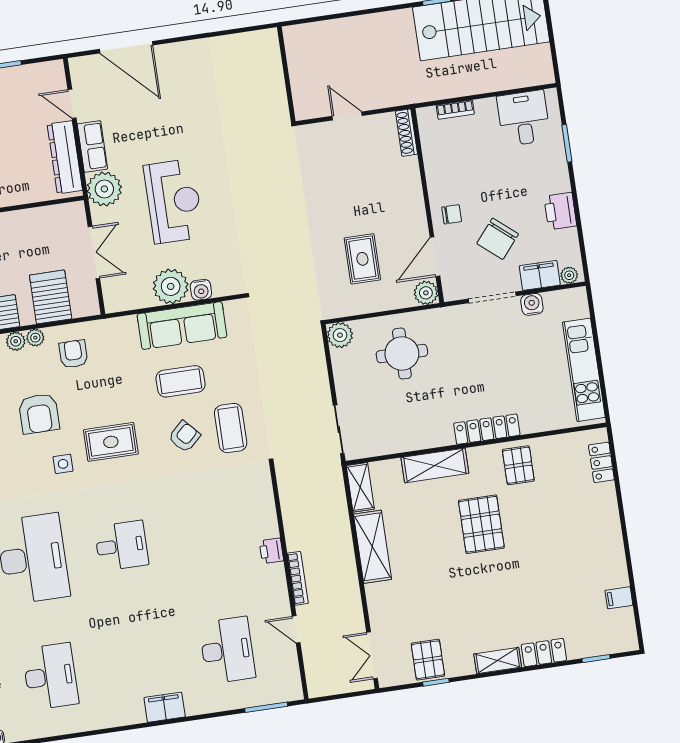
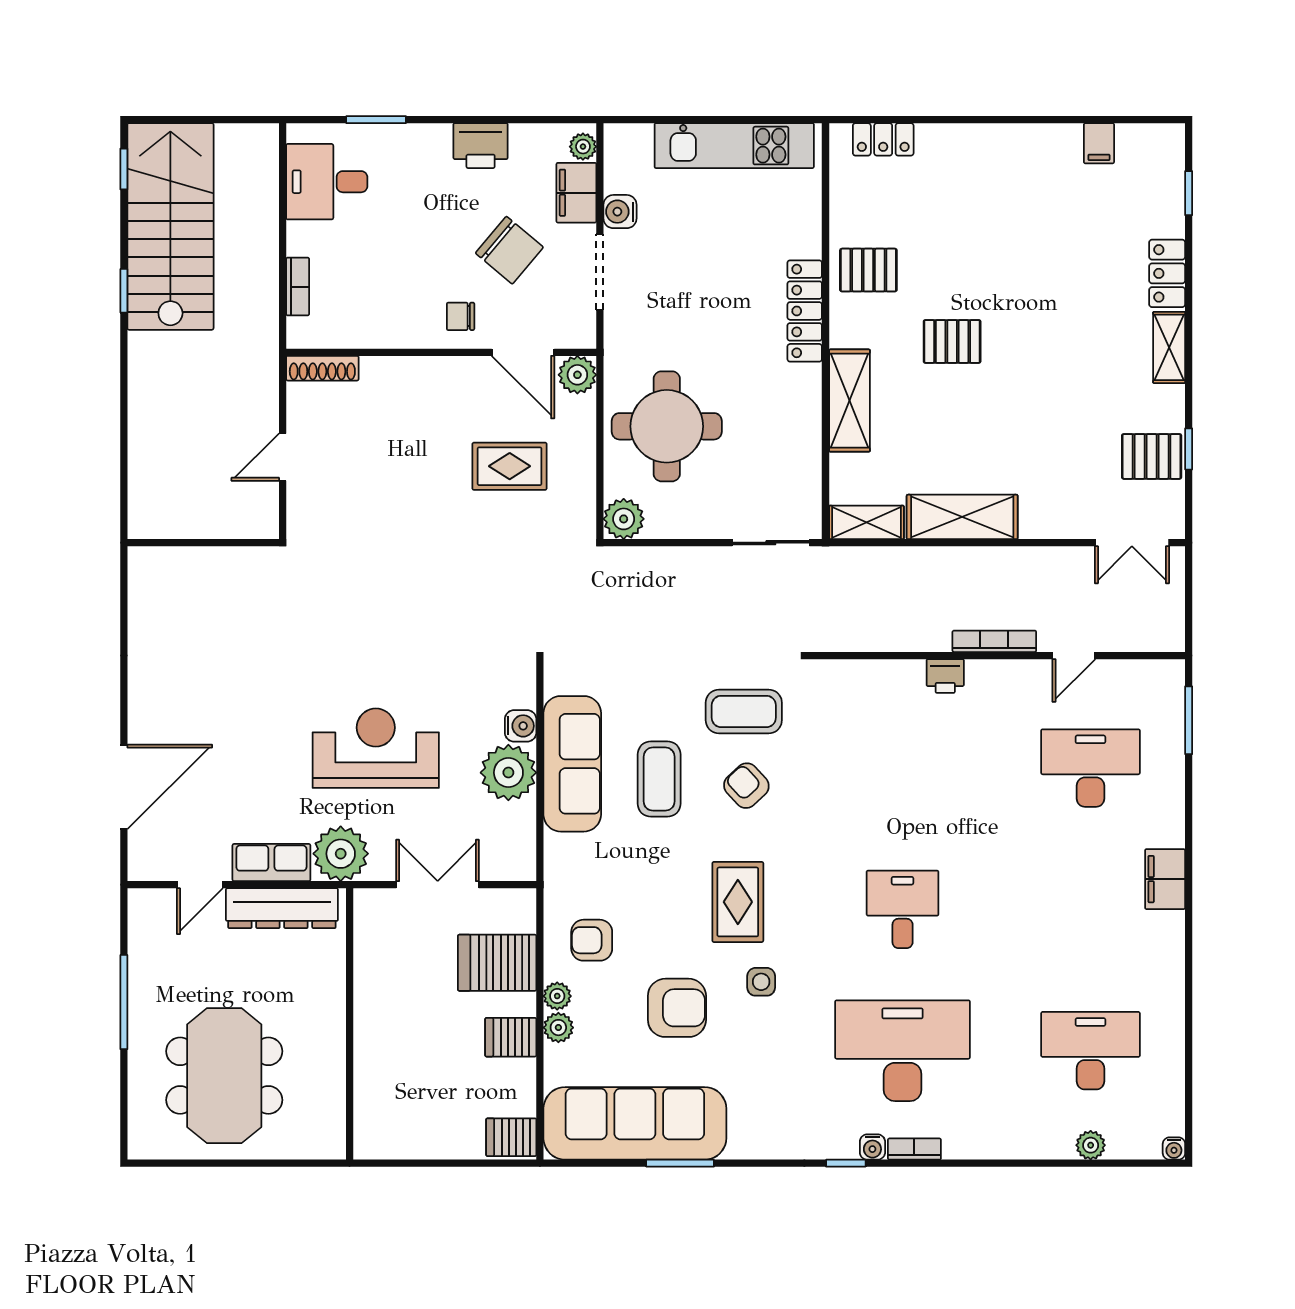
chair: (452, 214) -> (461, 316), turned -90
round table: (402, 354) -> (667, 426), width x1.36, depth x1.36
pallet: (481, 524) -> (952, 341), width x0.67, depth x0.71

